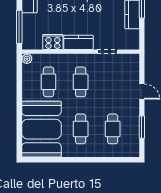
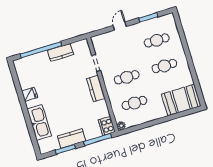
cooker: (53, 42) -> (107, 126), moved
booth: (41, 129) -> (181, 100), width x0.73, depth x0.70

